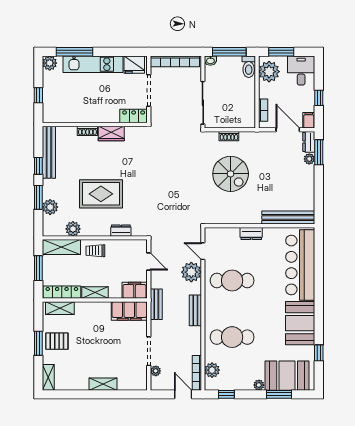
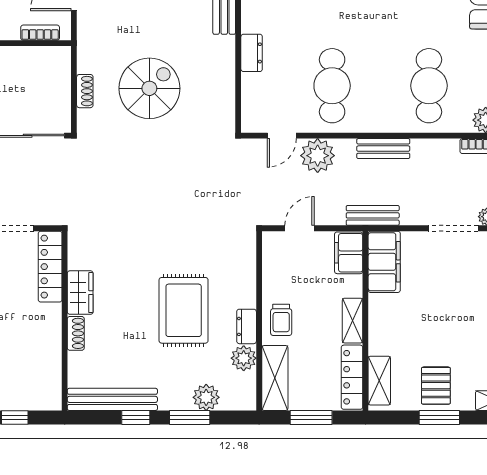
locker: (134, 116) -> (50, 267), width x1.53
dresser: (121, 231) -> (247, 326), moved

